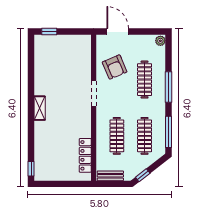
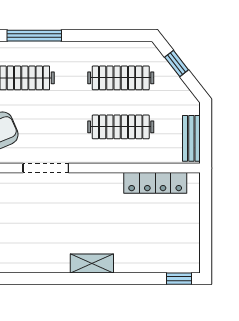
shelving: (40, 108) -> (92, 264), moved
window: (168, 132) -> (114, 36), removed
window: (143, 175) -> (177, 63), moved

